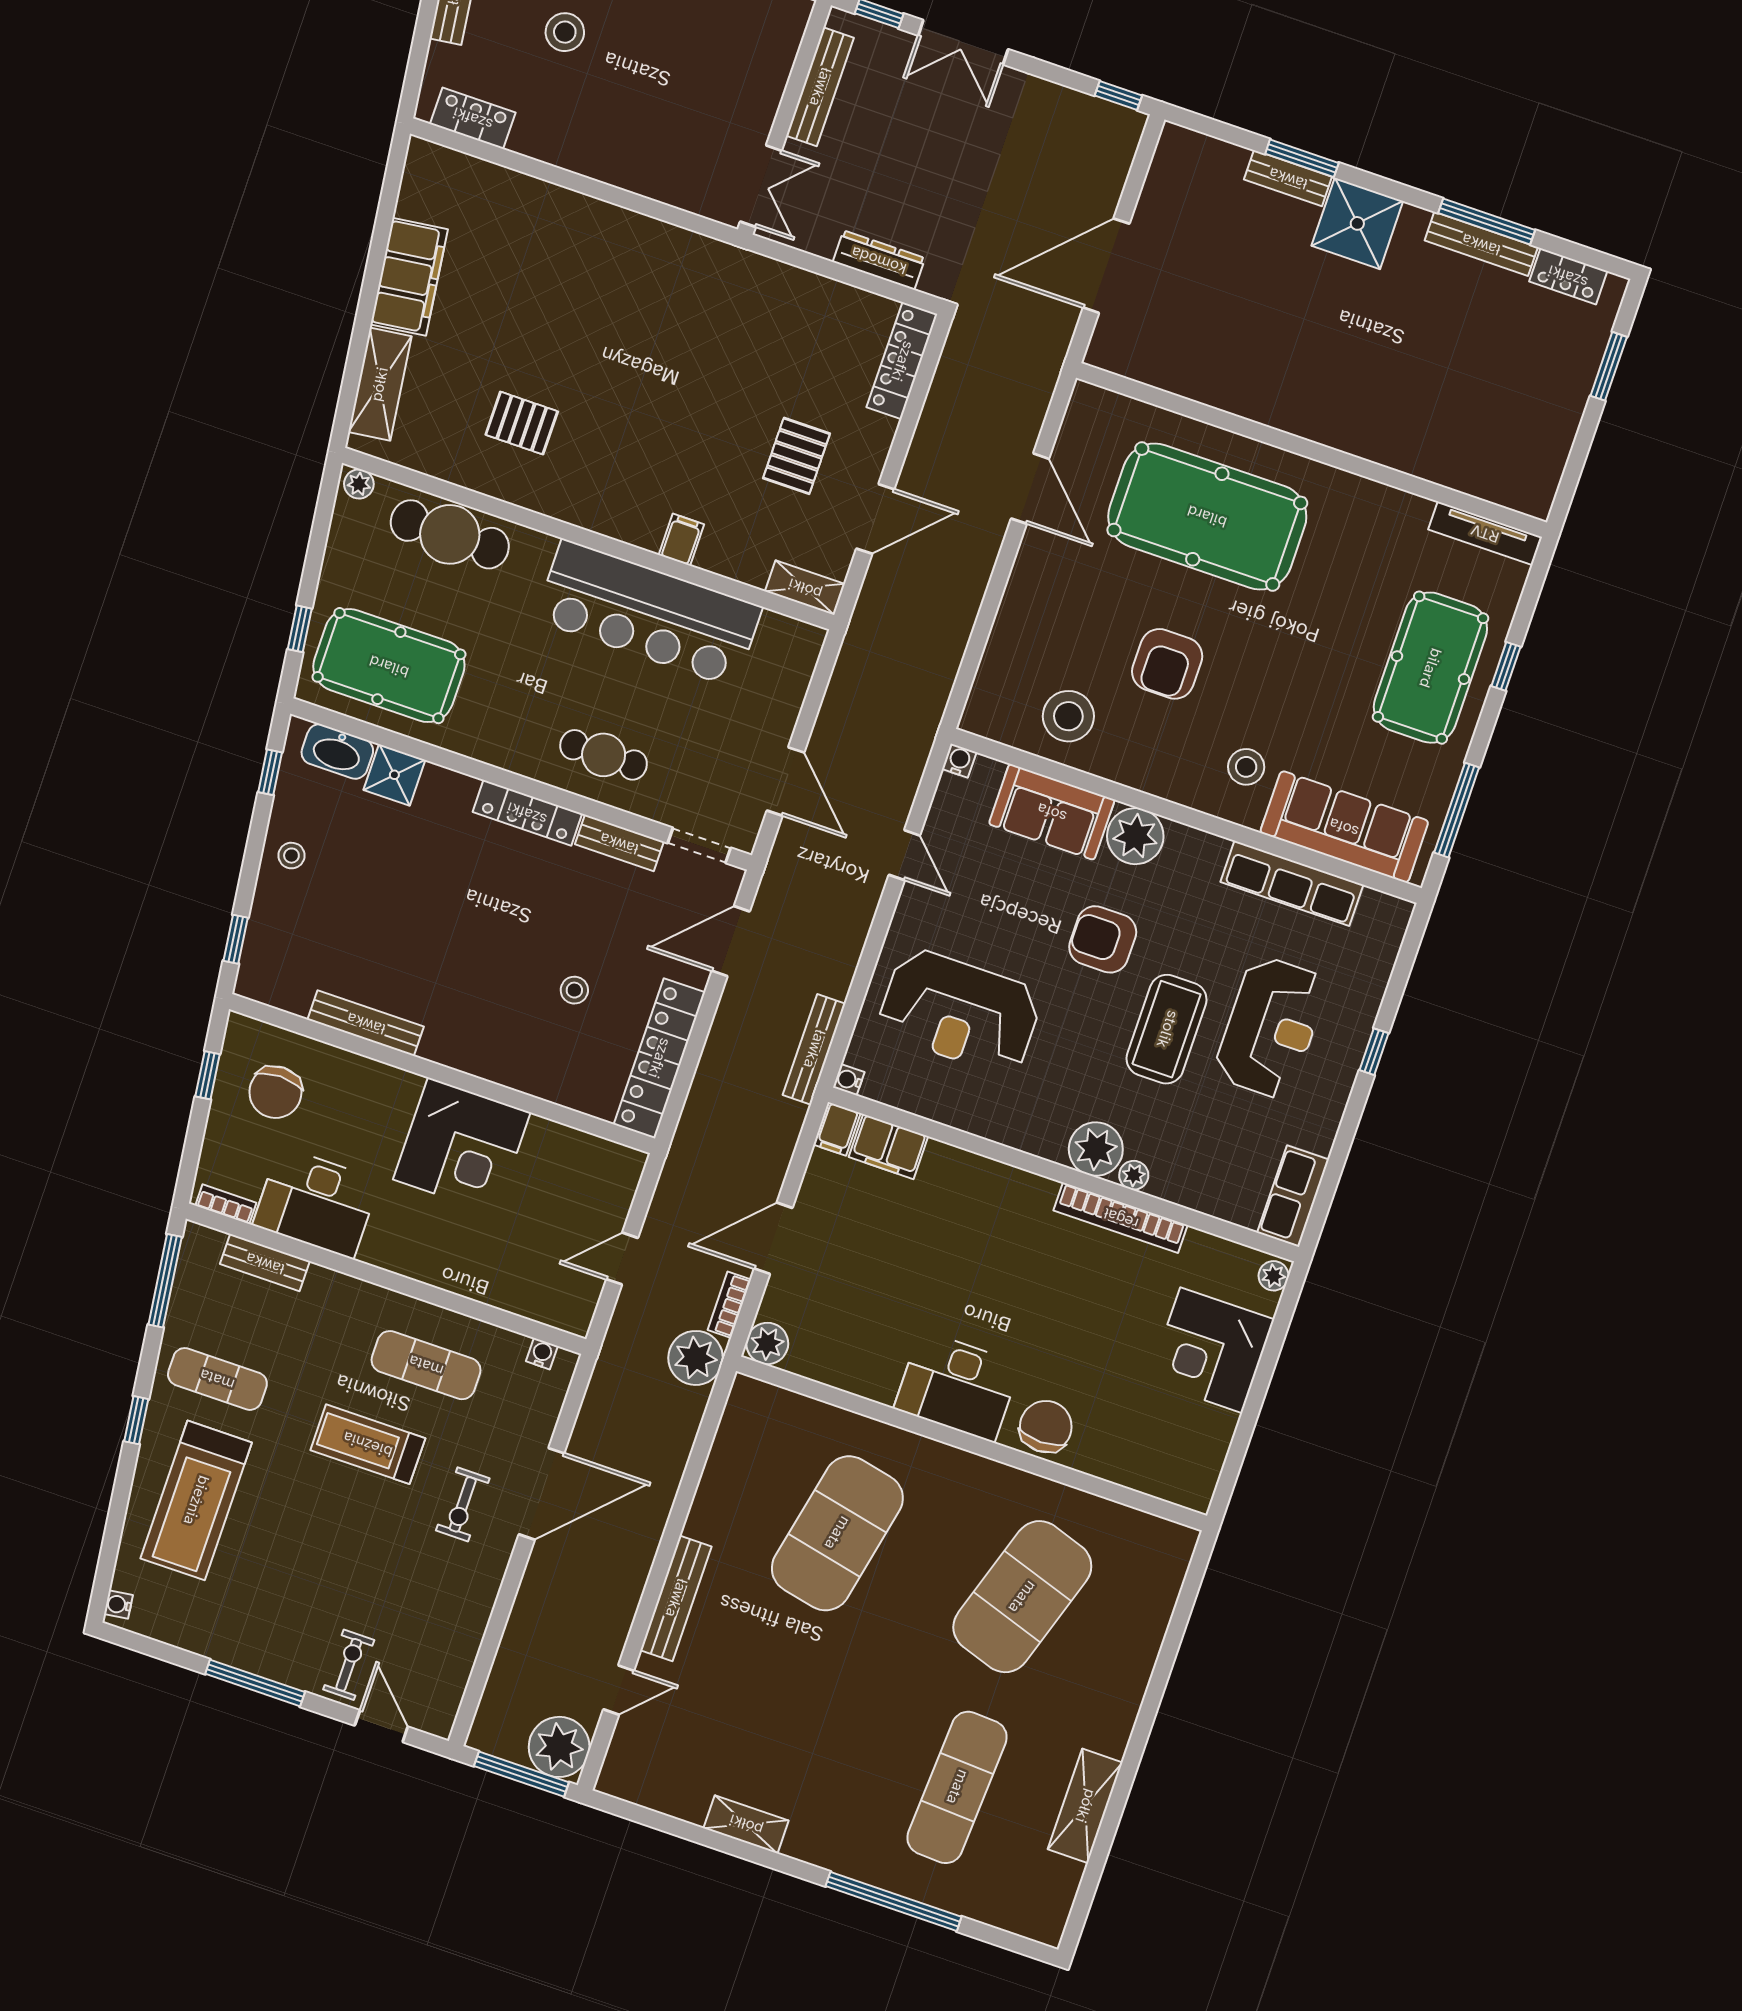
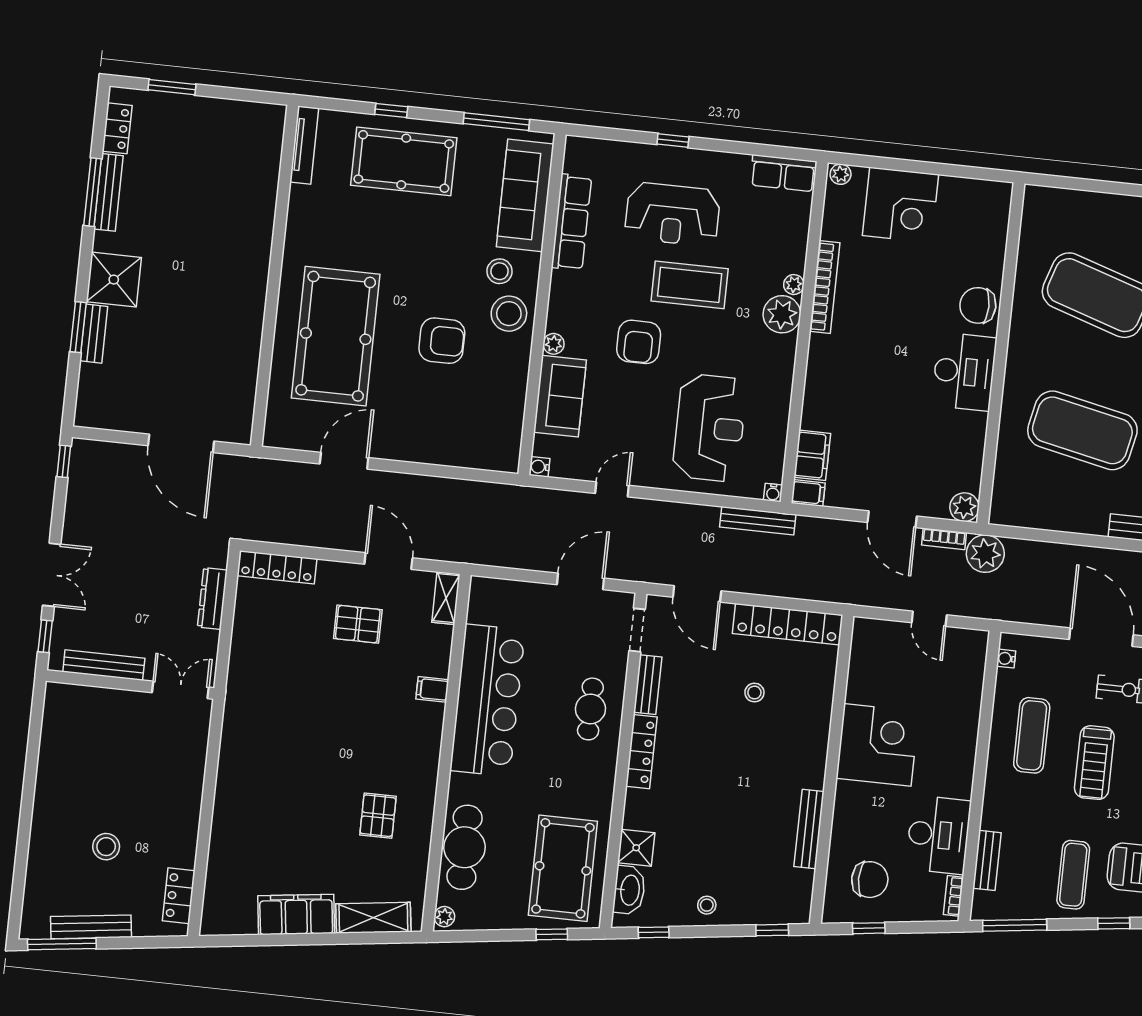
stool: (1068, 716) -> (509, 314), moved
plant: (1135, 836) -> (554, 344), width x0.53, depth x0.53
reception desk: (1271, 1027) -> (672, 214), turned 180

